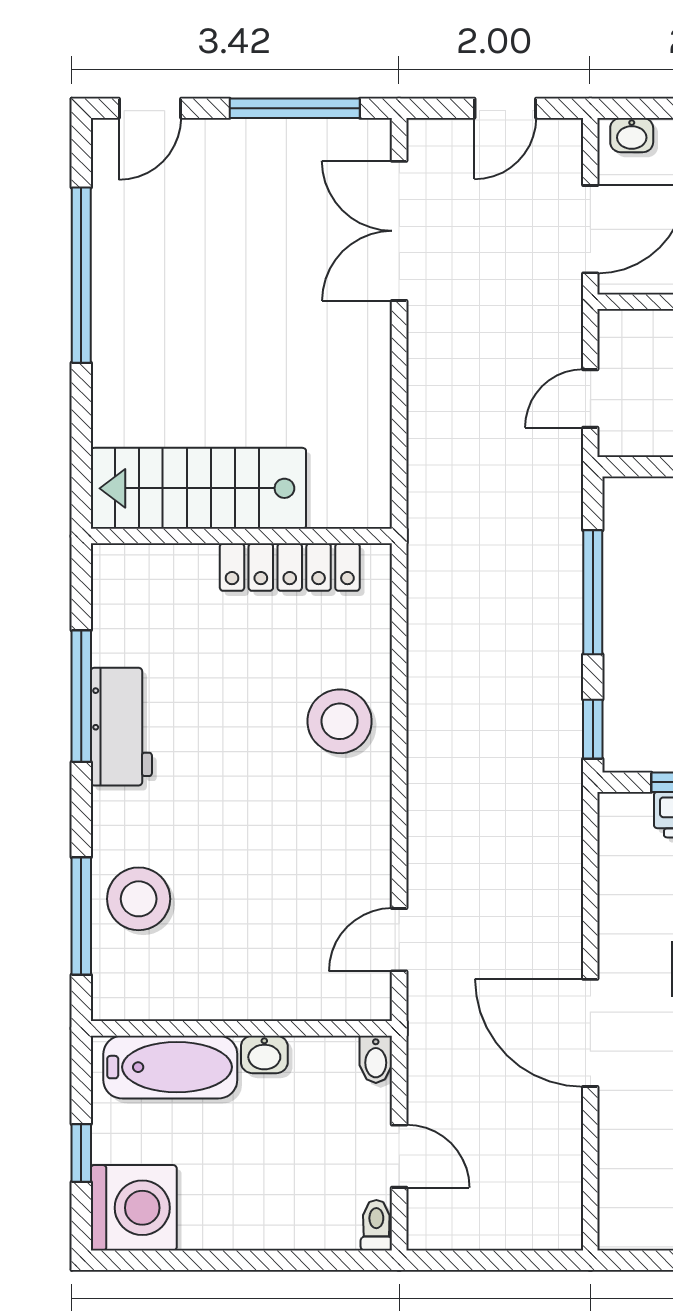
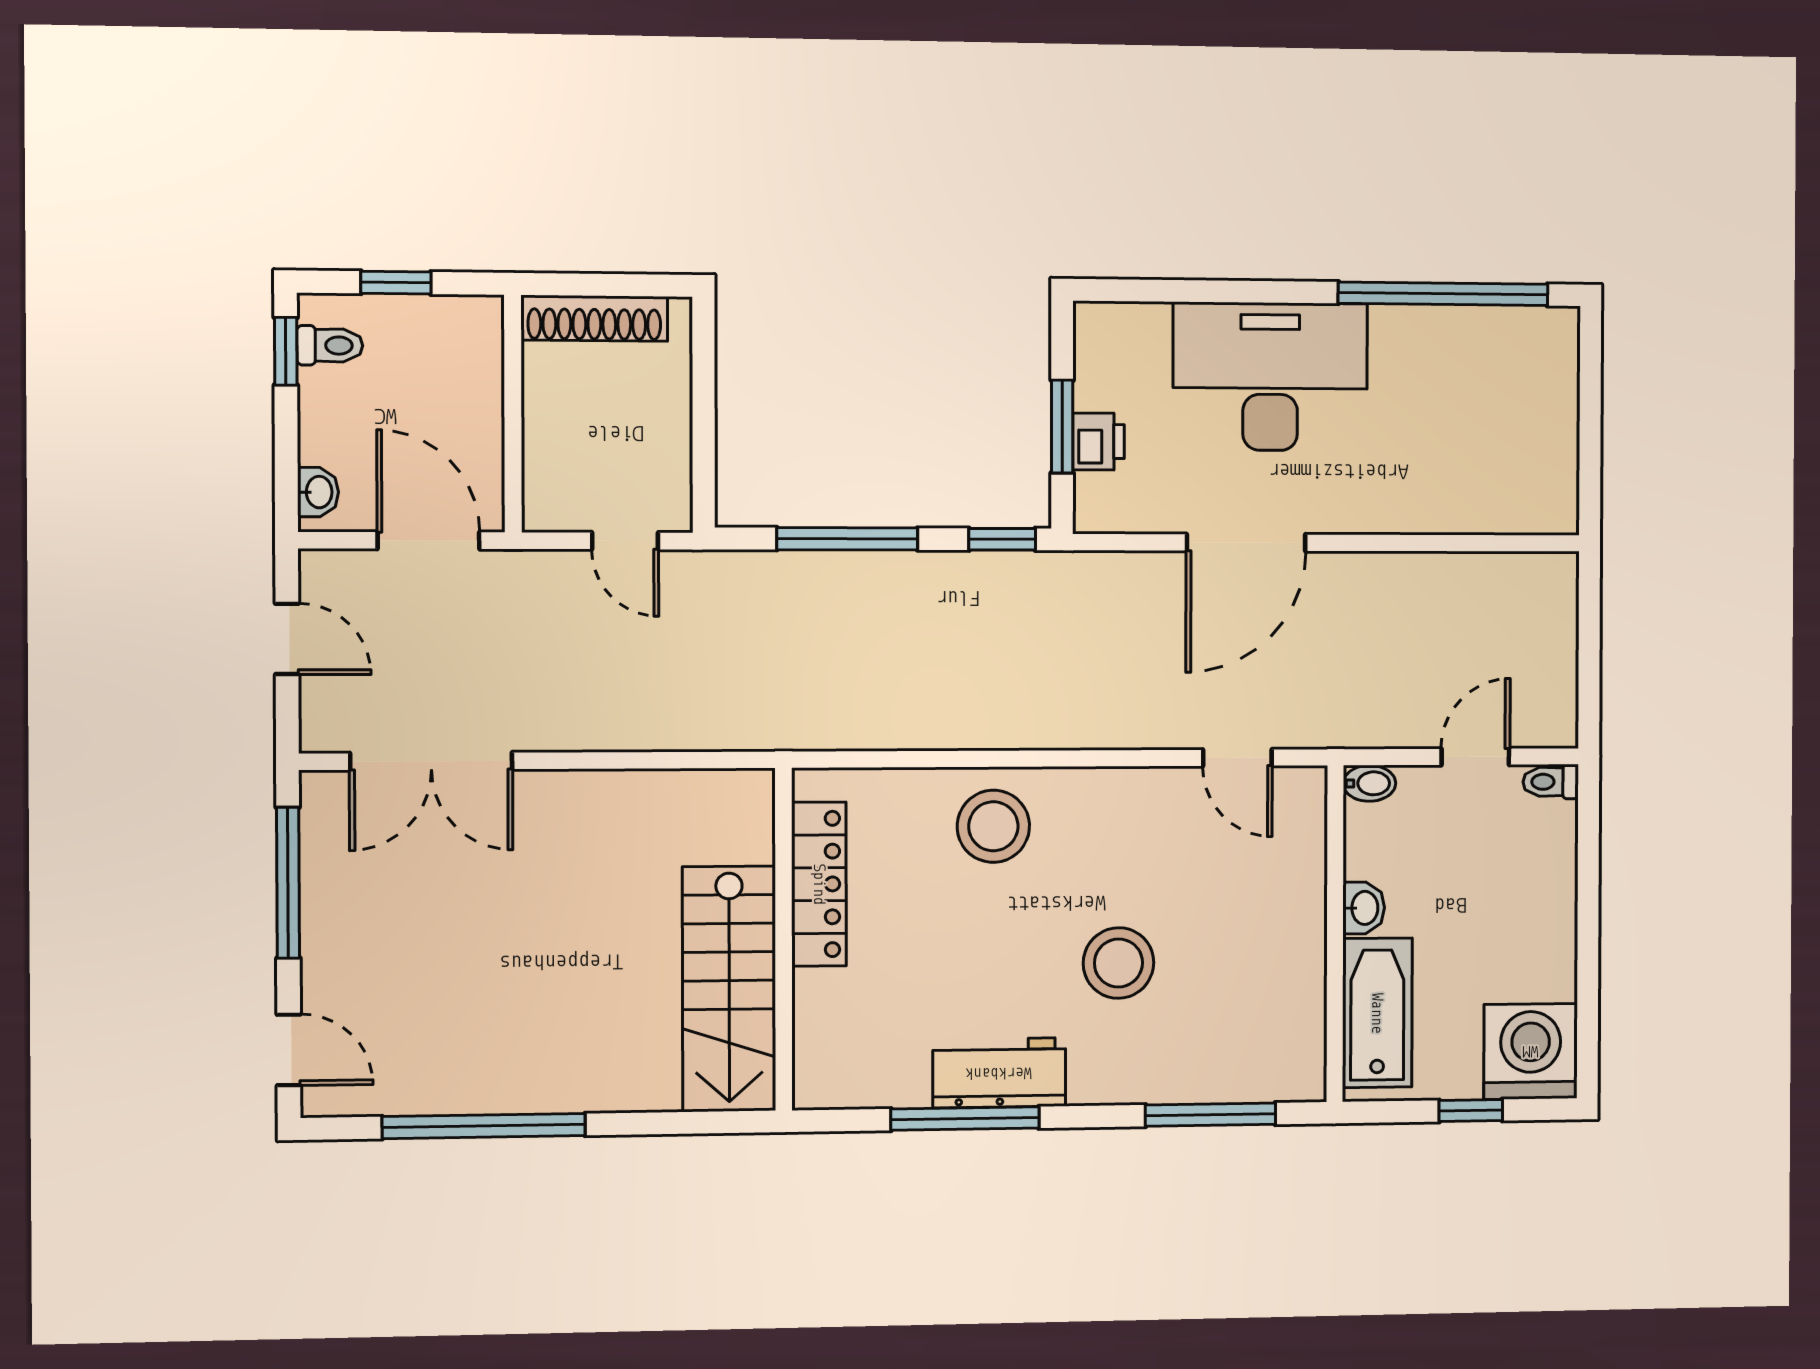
stool: (139, 899) -> (1118, 963), moved
door: (590, 1033) -> (1246, 543), moved

